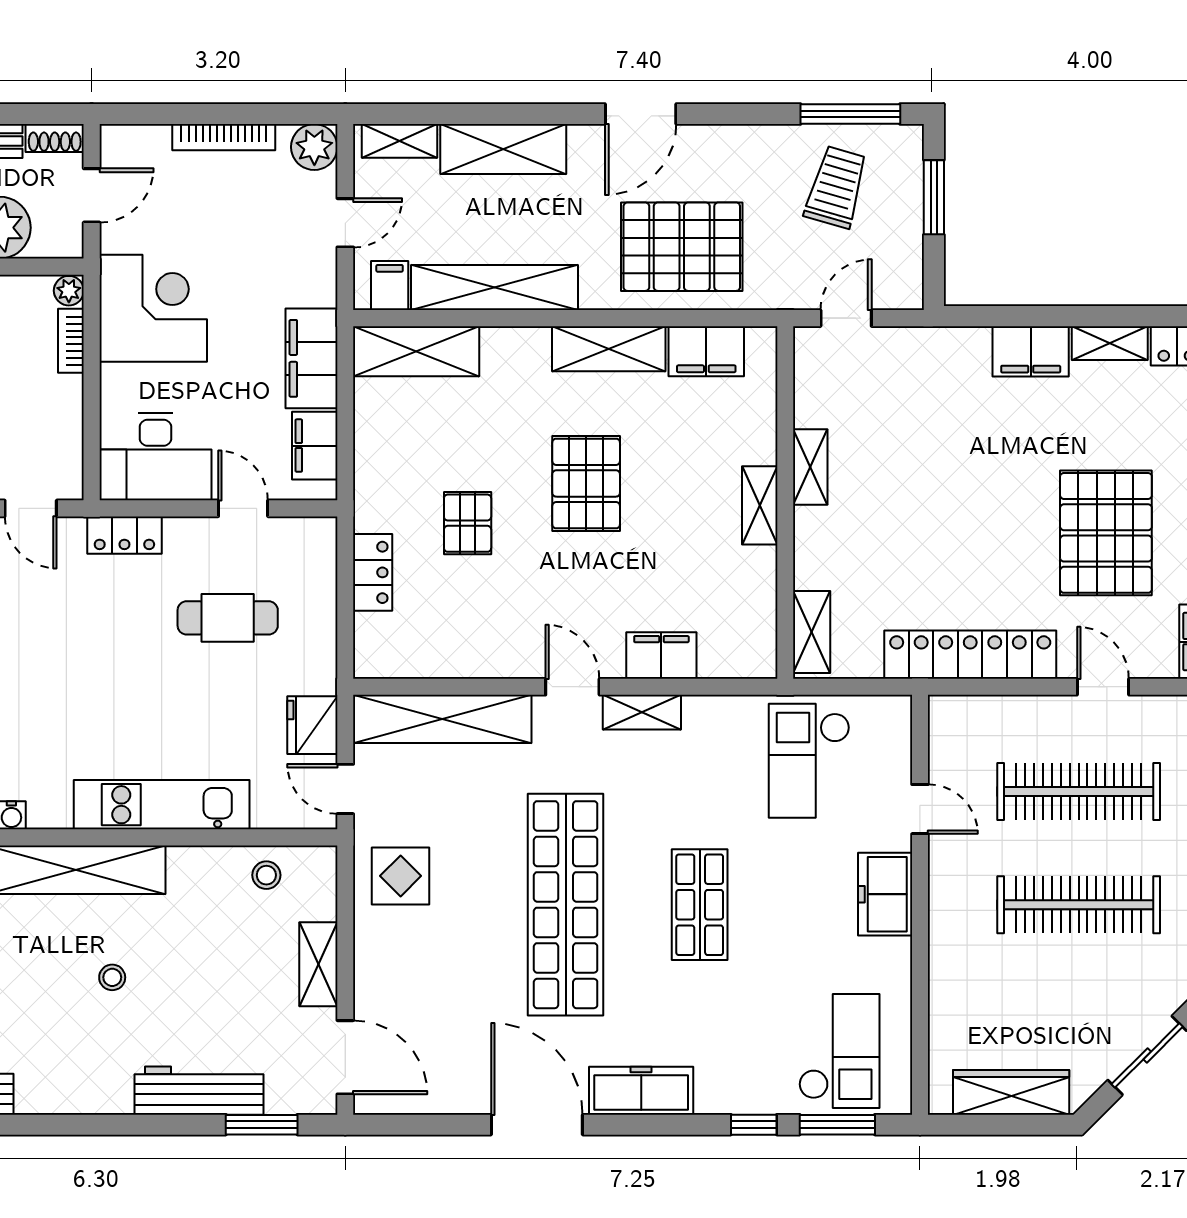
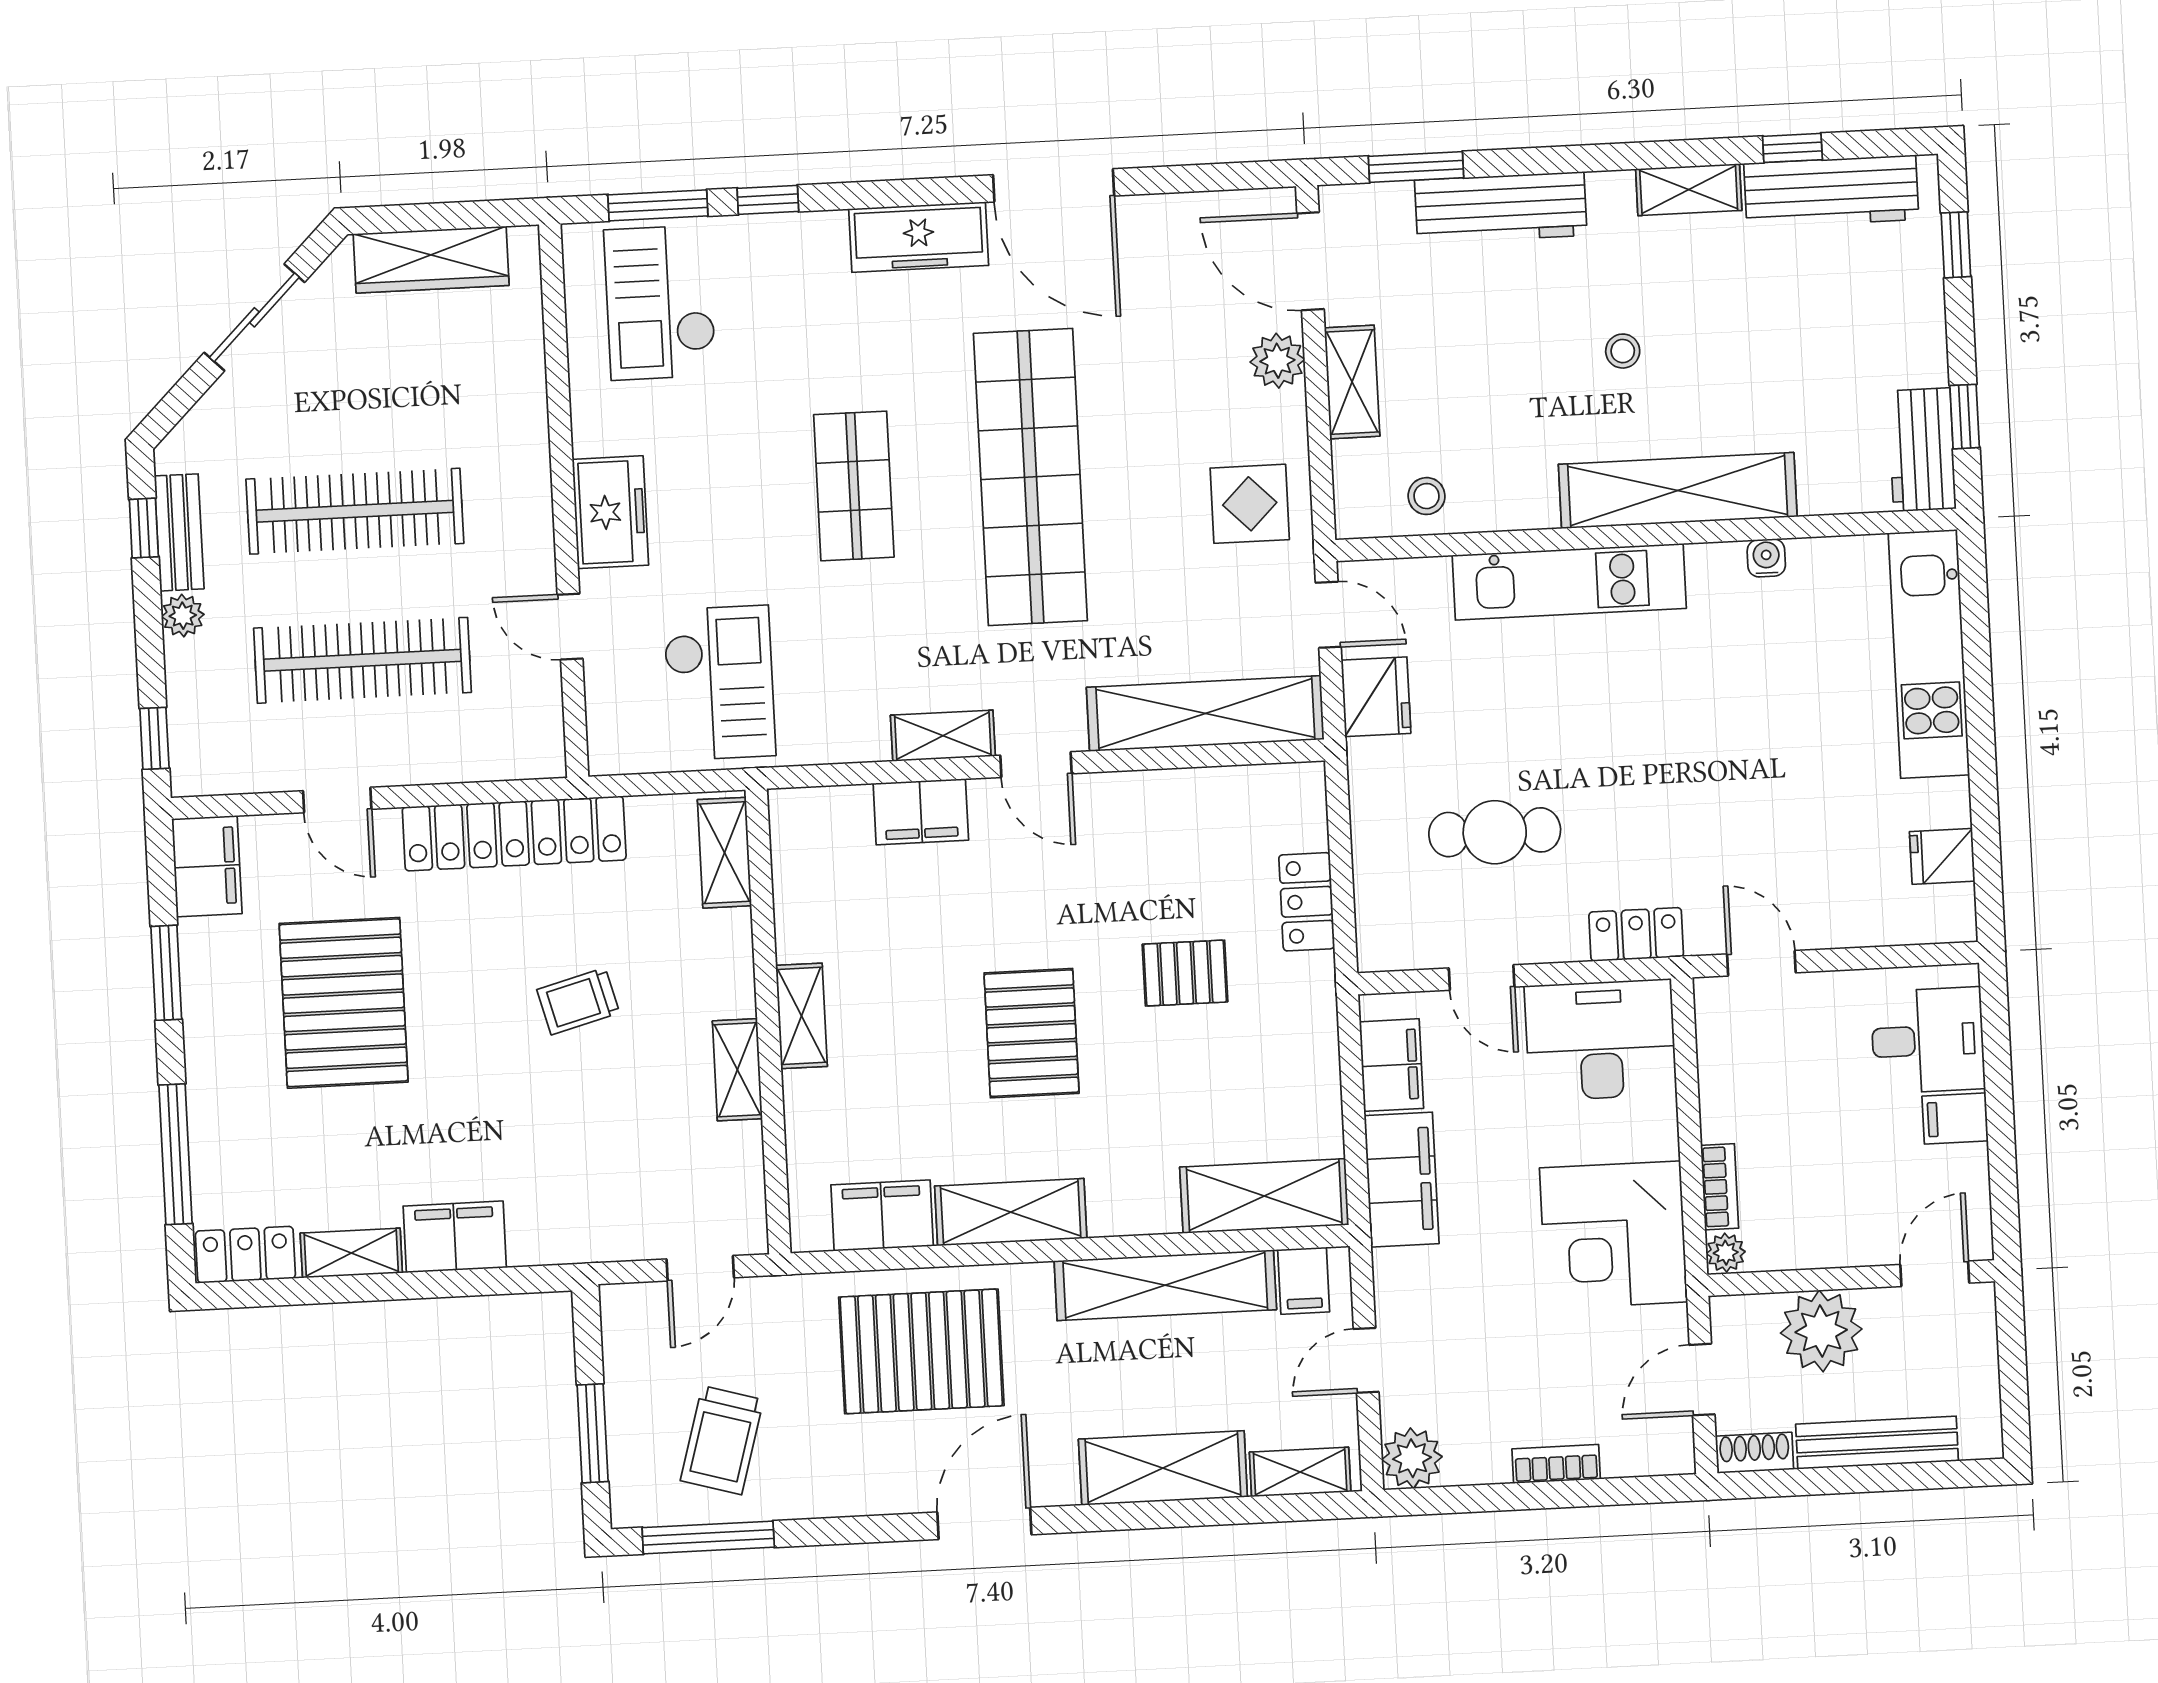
bookcase: (224, 137) -> (1556, 1464), width x0.64
pallet: (468, 523) -> (1185, 973), turned 90
trolley: (928, 525) -> (578, 1001), added
plant: (374, 983) -> (1277, 361), added
shelving: (56, 1097) -> (1689, 190), added

